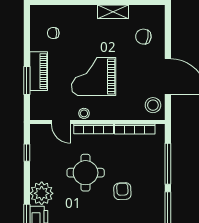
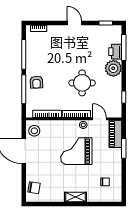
shelving: (113, 12) -> (75, 197), moved
chair: (143, 37) -> (34, 188), moved
piano: (39, 71) -> (115, 134), moved
grand piano: (94, 76) -> (76, 151), turned 180
armchair: (122, 191) -> (36, 82), moved

